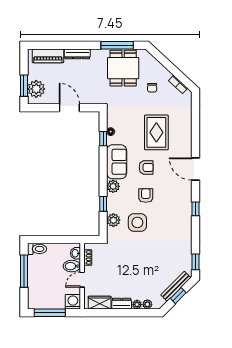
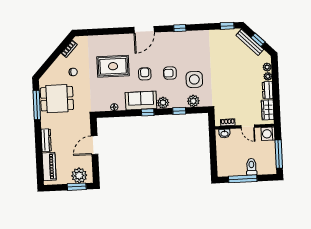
window: (103, 139) -> (148, 112), moved
toilet: (37, 249) -> (251, 167), moved
bidet: (72, 266) -> (236, 136), removed

